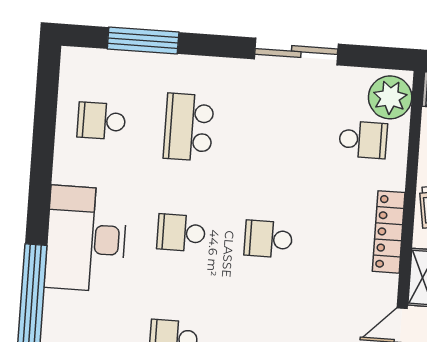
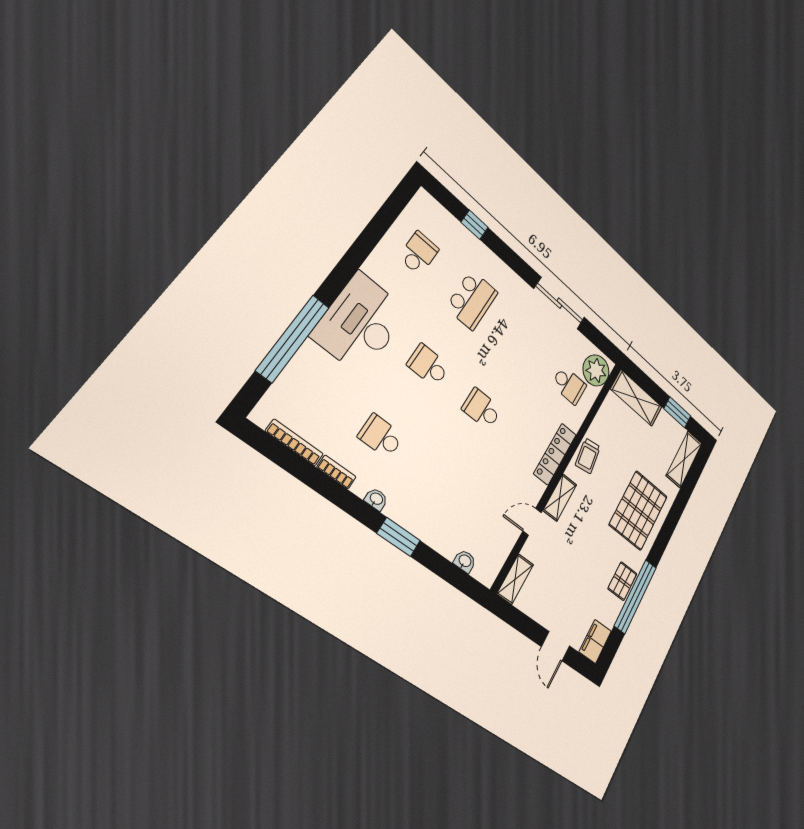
window: (143, 41) -> (475, 225), width x0.46
school desk: (101, 121) -> (419, 253), turned 90
school desk: (189, 127) -> (472, 300), turned 180

